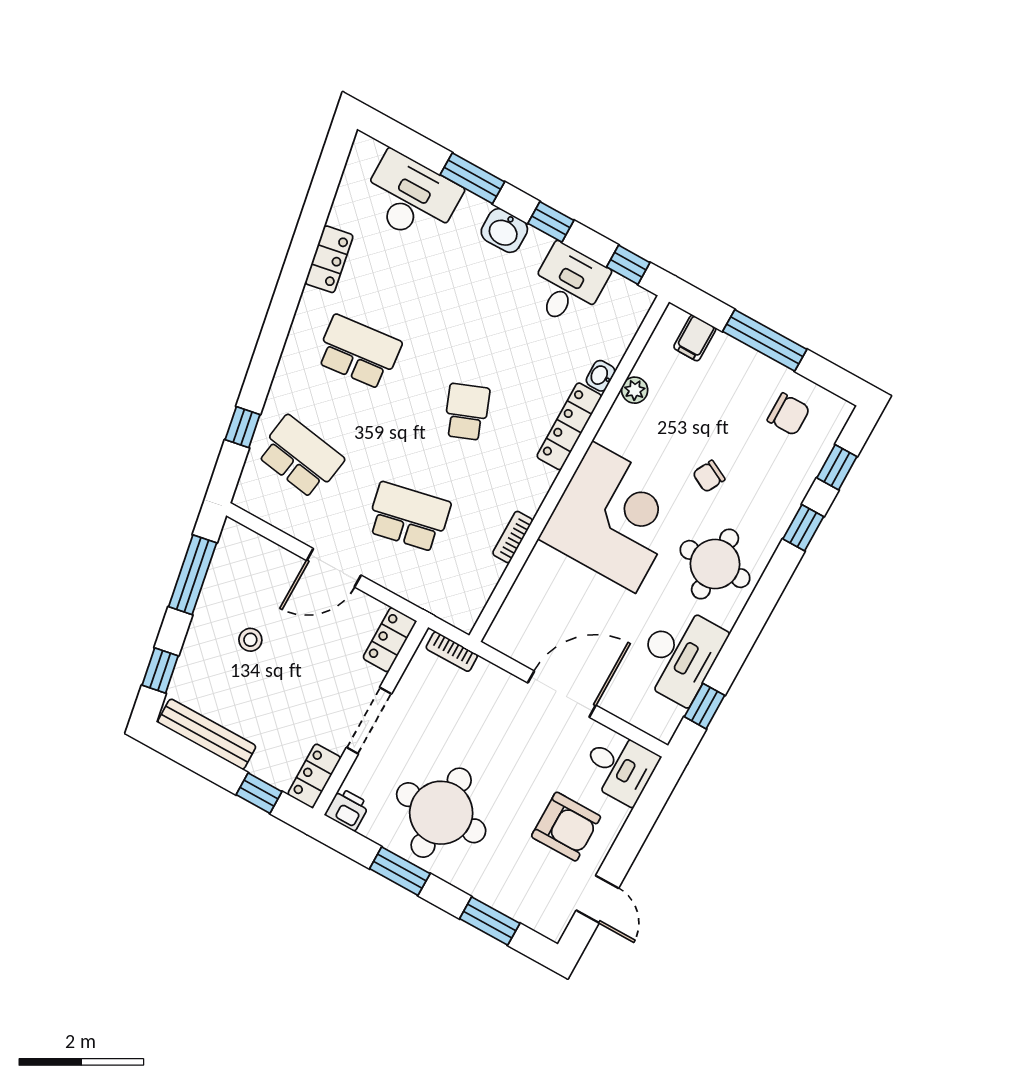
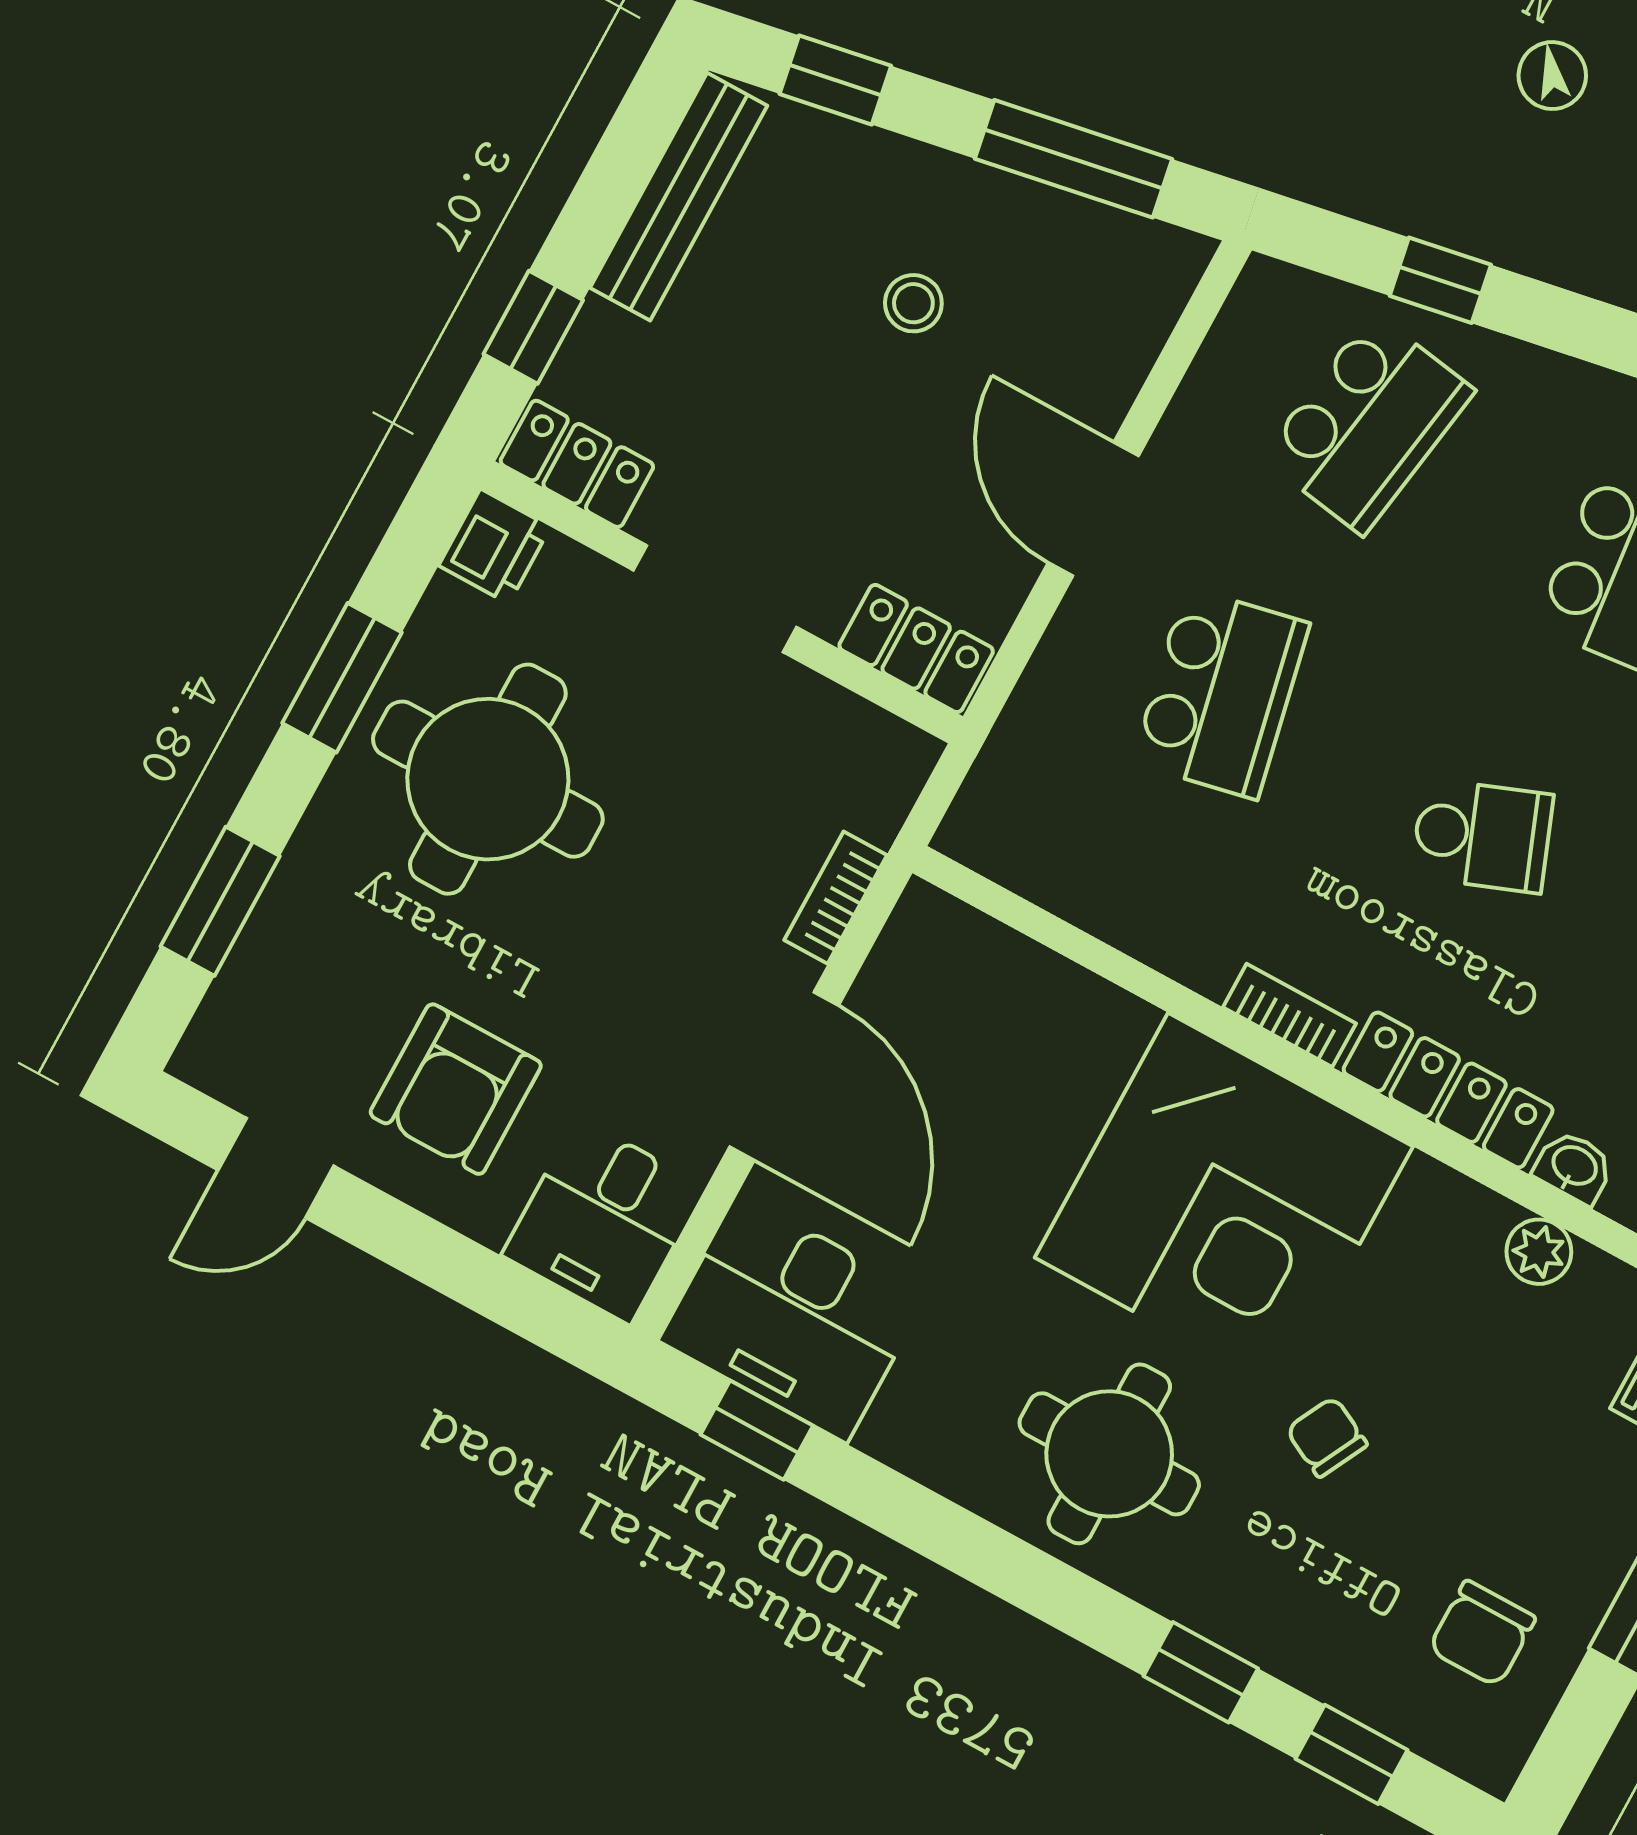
bookcase: (513, 537) -> (1289, 1015), moved
bookcase: (452, 652) -> (836, 898), moved
desk: (680, 655) -> (793, 1318), moved

